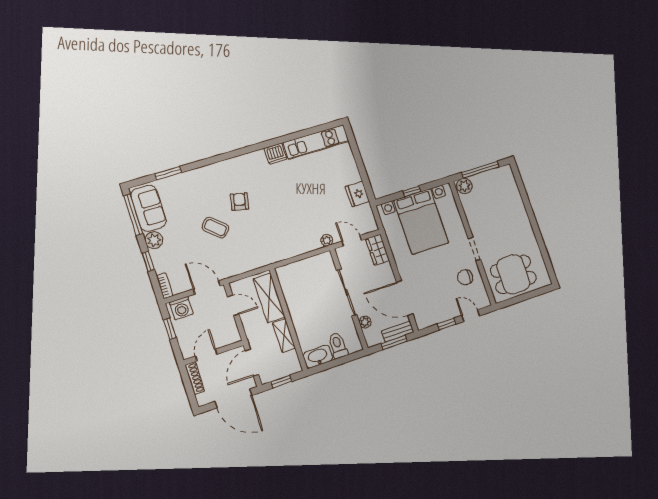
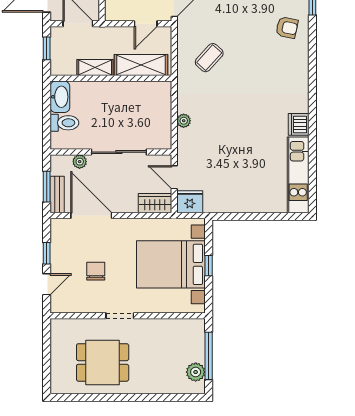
plant: (464, 186) -> (196, 372), moved
fridge: (357, 194) -> (190, 202), moved
armchair: (240, 202) -> (287, 28), moved
coffee table: (215, 228) -> (209, 58), moved
plant: (327, 240) -> (184, 121), moved
door: (352, 241) -> (174, 177), swing flipped
dining table: (513, 274) -> (103, 362), moved, turned 90
chair: (465, 277) -> (96, 271), moved
door: (405, 298) -> (91, 215), hinge flipped

